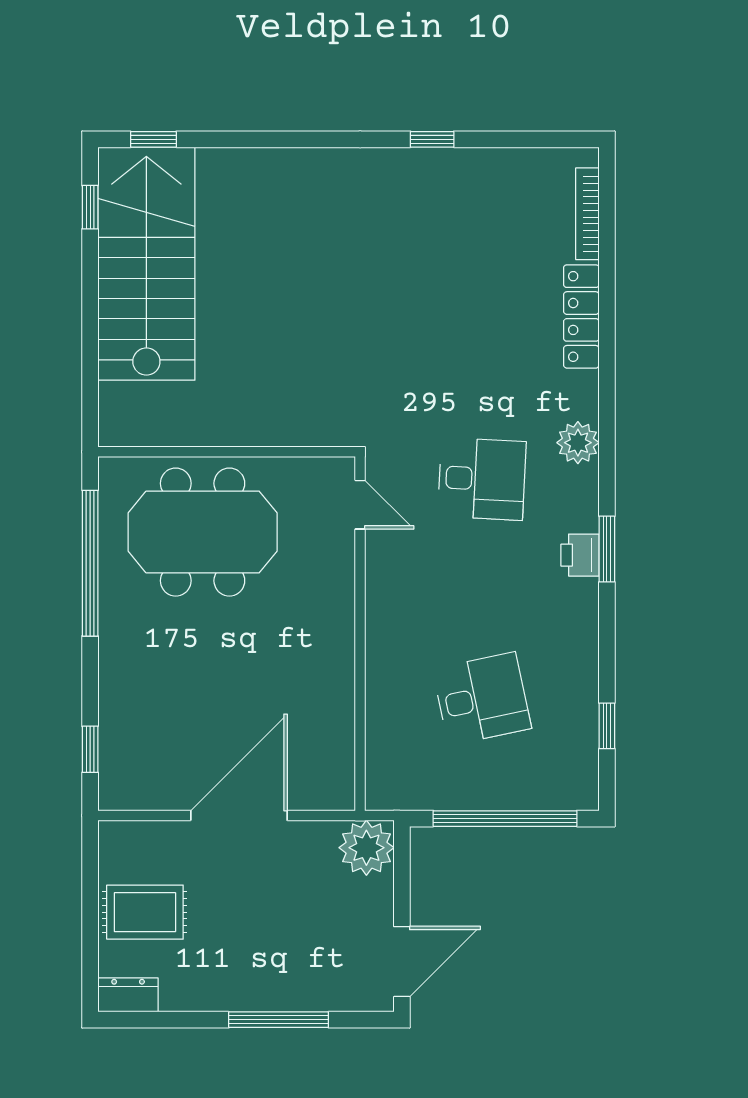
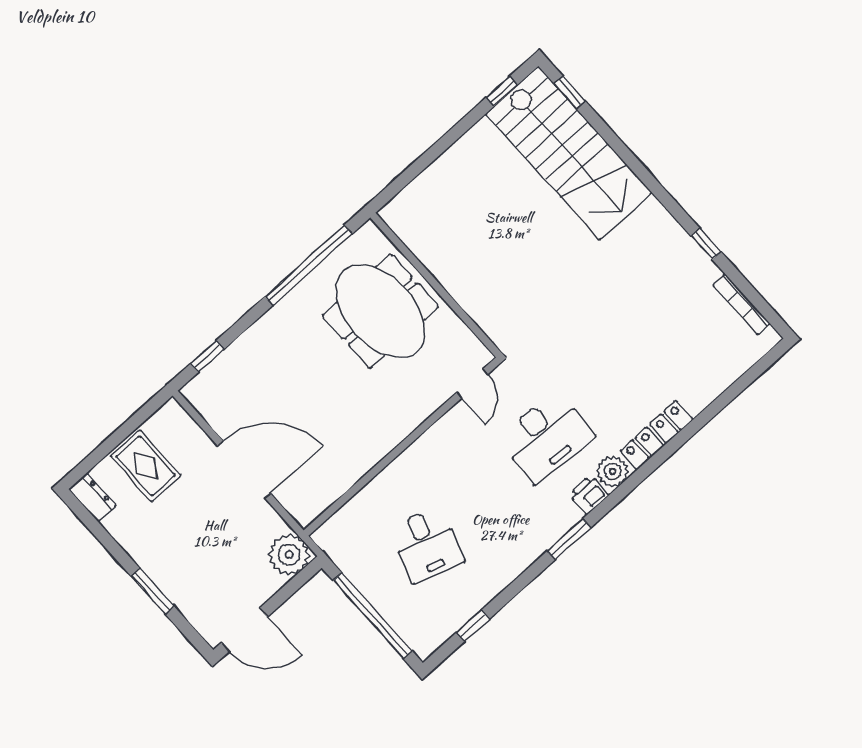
bookcase: (587, 214) -> (741, 304), moved, turned -90
stairs: (146, 264) -> (569, 153), moved, turned 90
locker: (581, 316) -> (657, 435), moved
desk: (482, 479) -> (546, 437), width x1.37
printer: (580, 555) -> (589, 495), moved
desk: (482, 699) -> (426, 545), turned 30
window: (279, 1020) -> (153, 591), width x0.69

